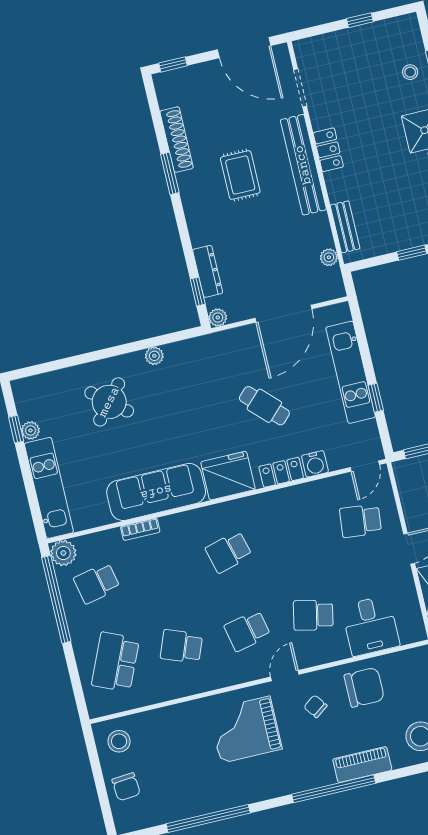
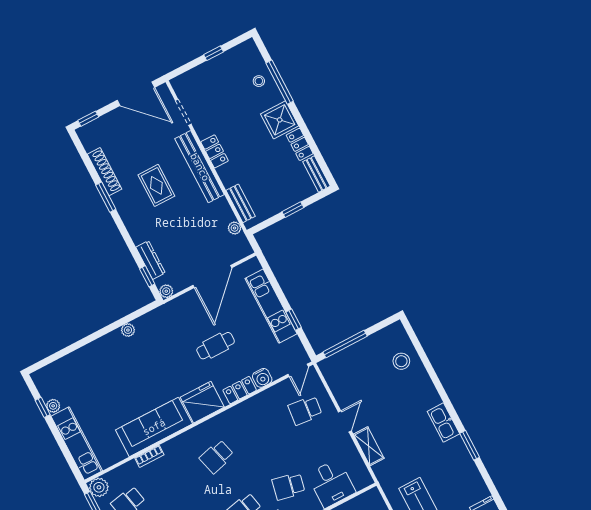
round table: (109, 402) -> (104, 371), removed
cafe table: (264, 406) -> (216, 346), turned -45

